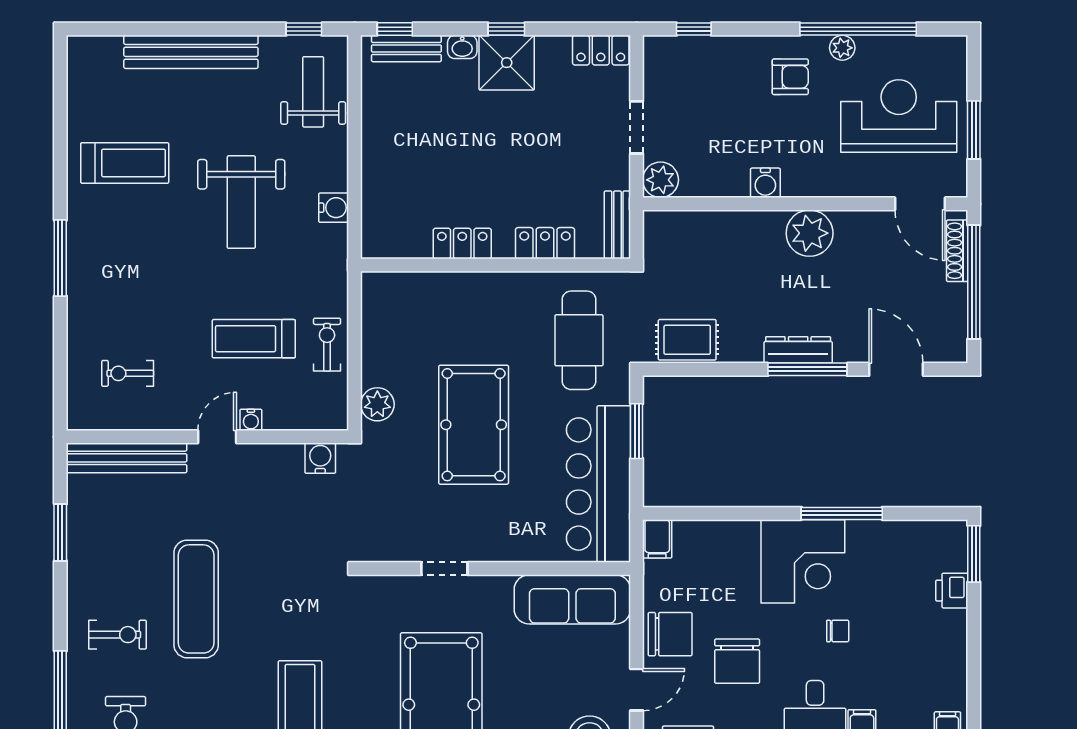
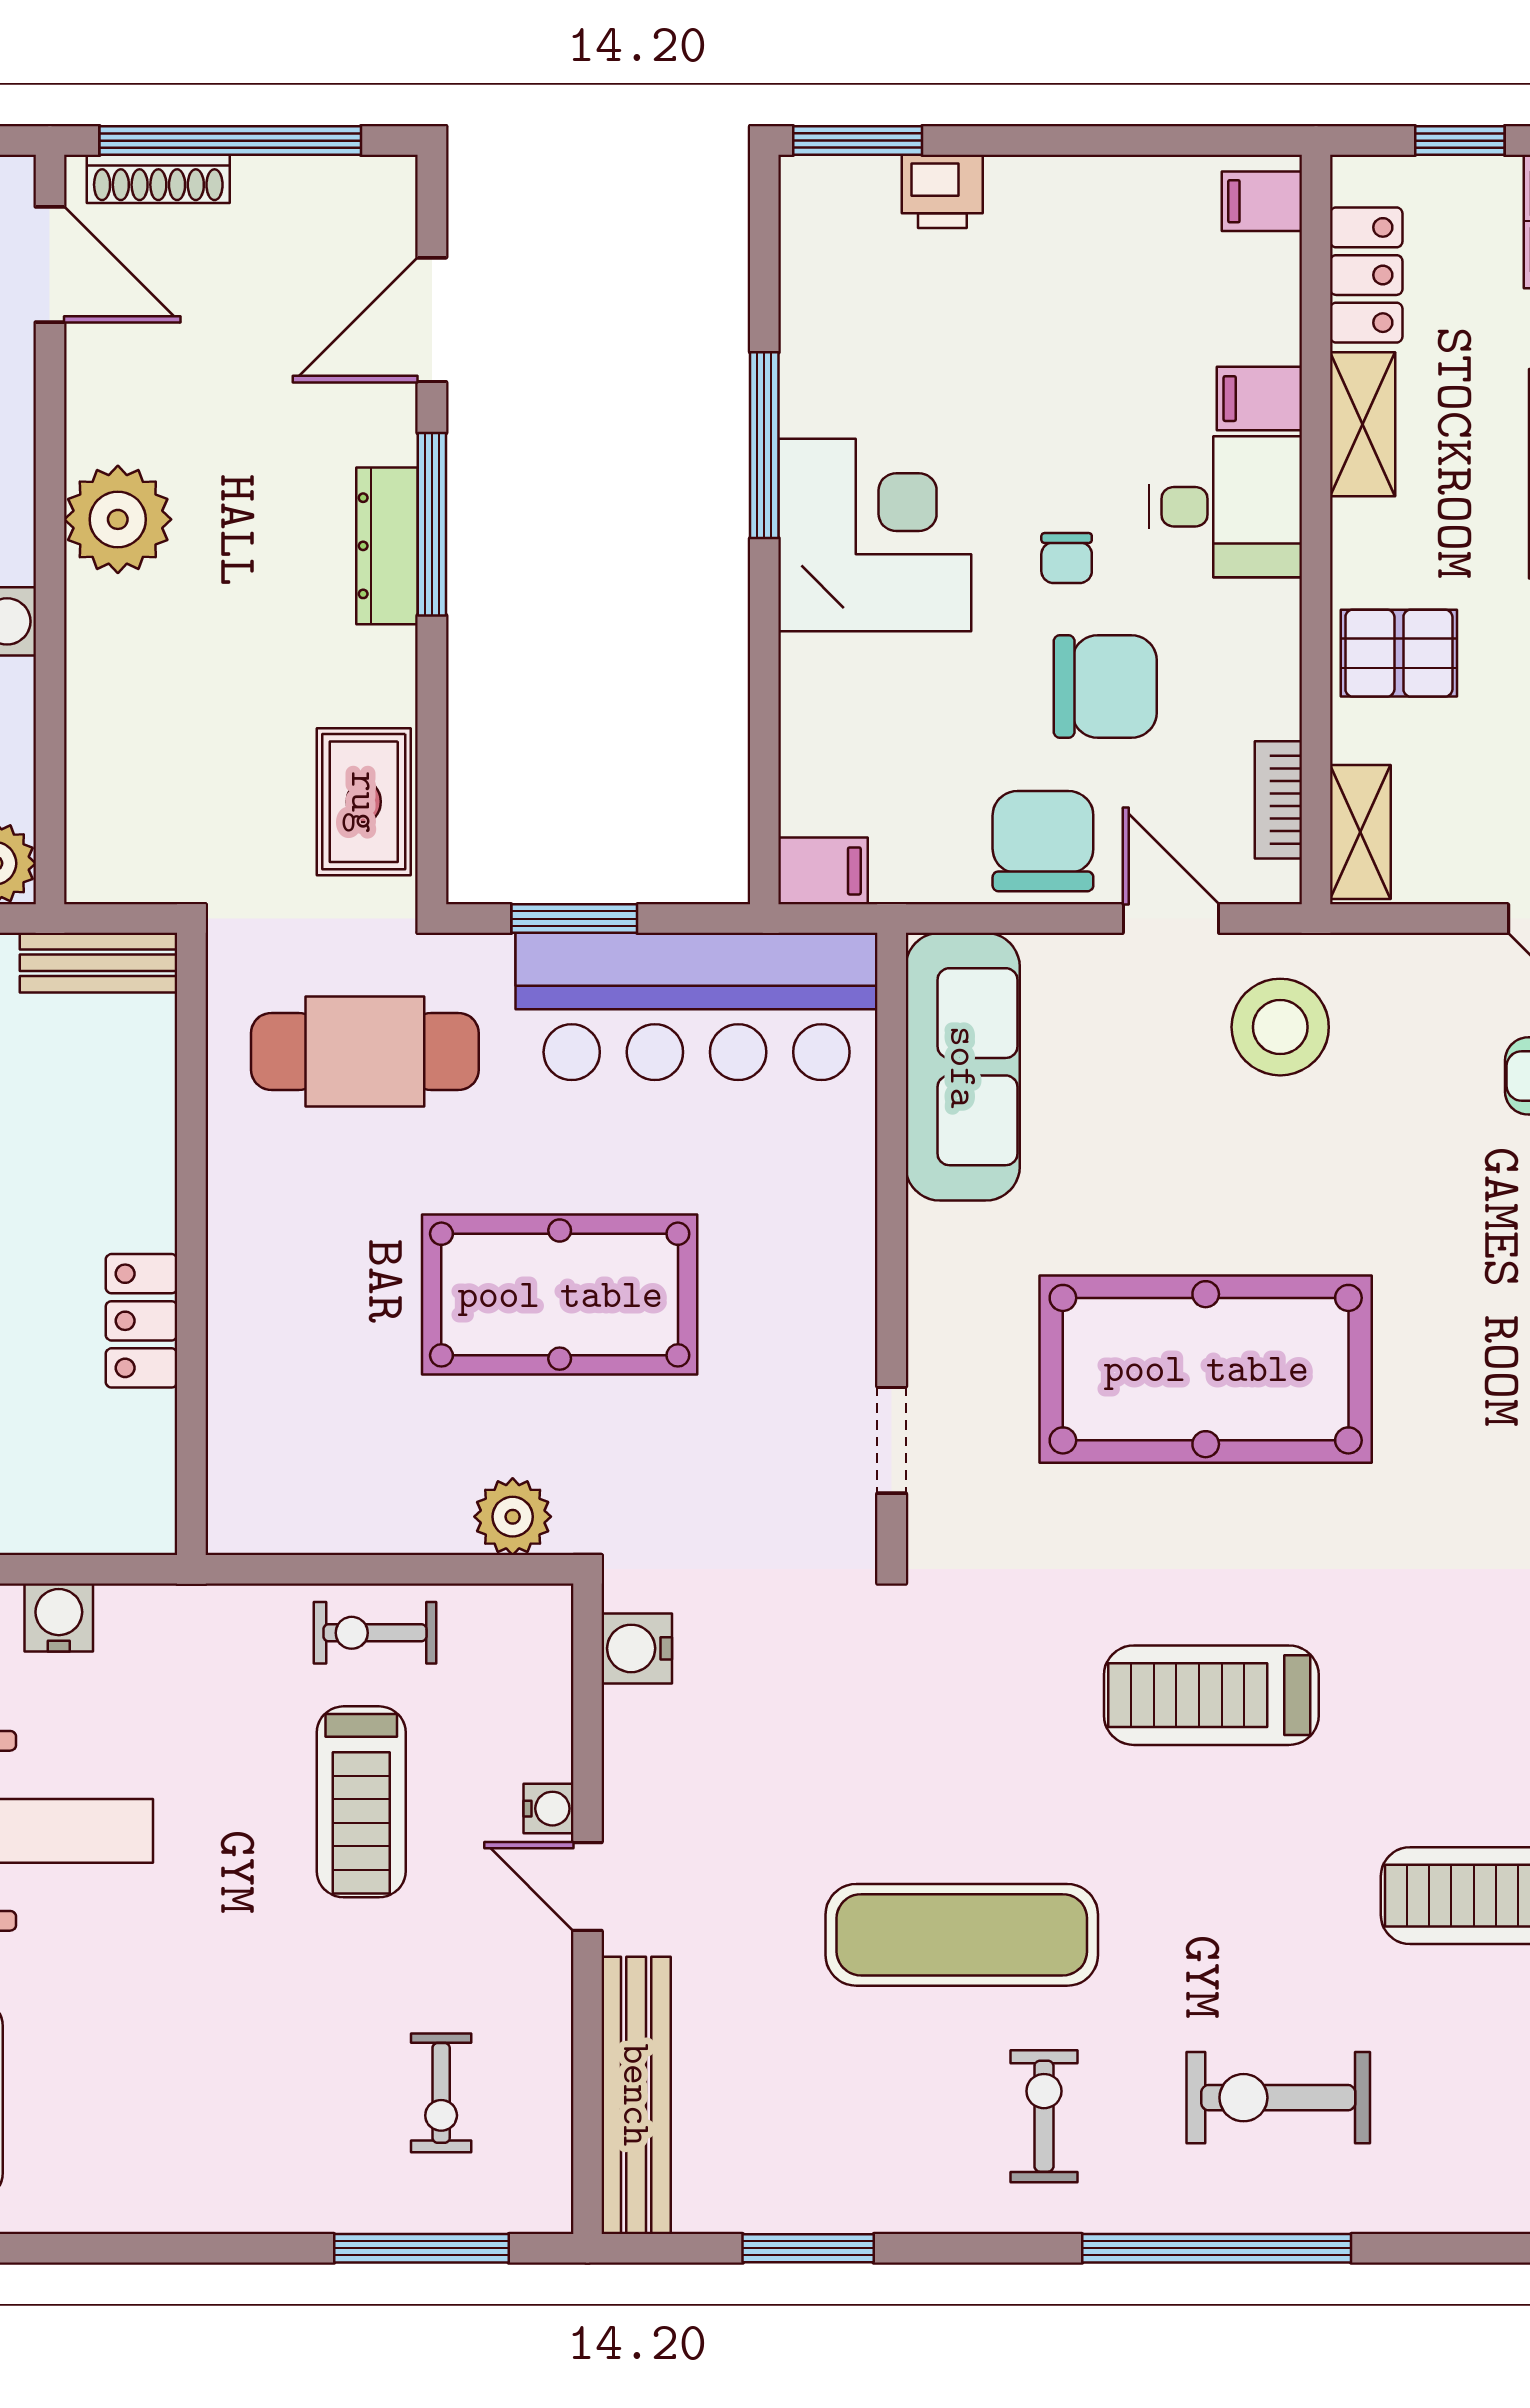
door: (920, 204) -> (50, 264), hinge flipped
locker: (545, 243) -> (141, 1130), removed
window: (60, 258) -> (421, 2248), moved
doorway: (444, 569) -> (892, 1440), moved
chair: (838, 631) -> (1067, 558), moved, turned 180

